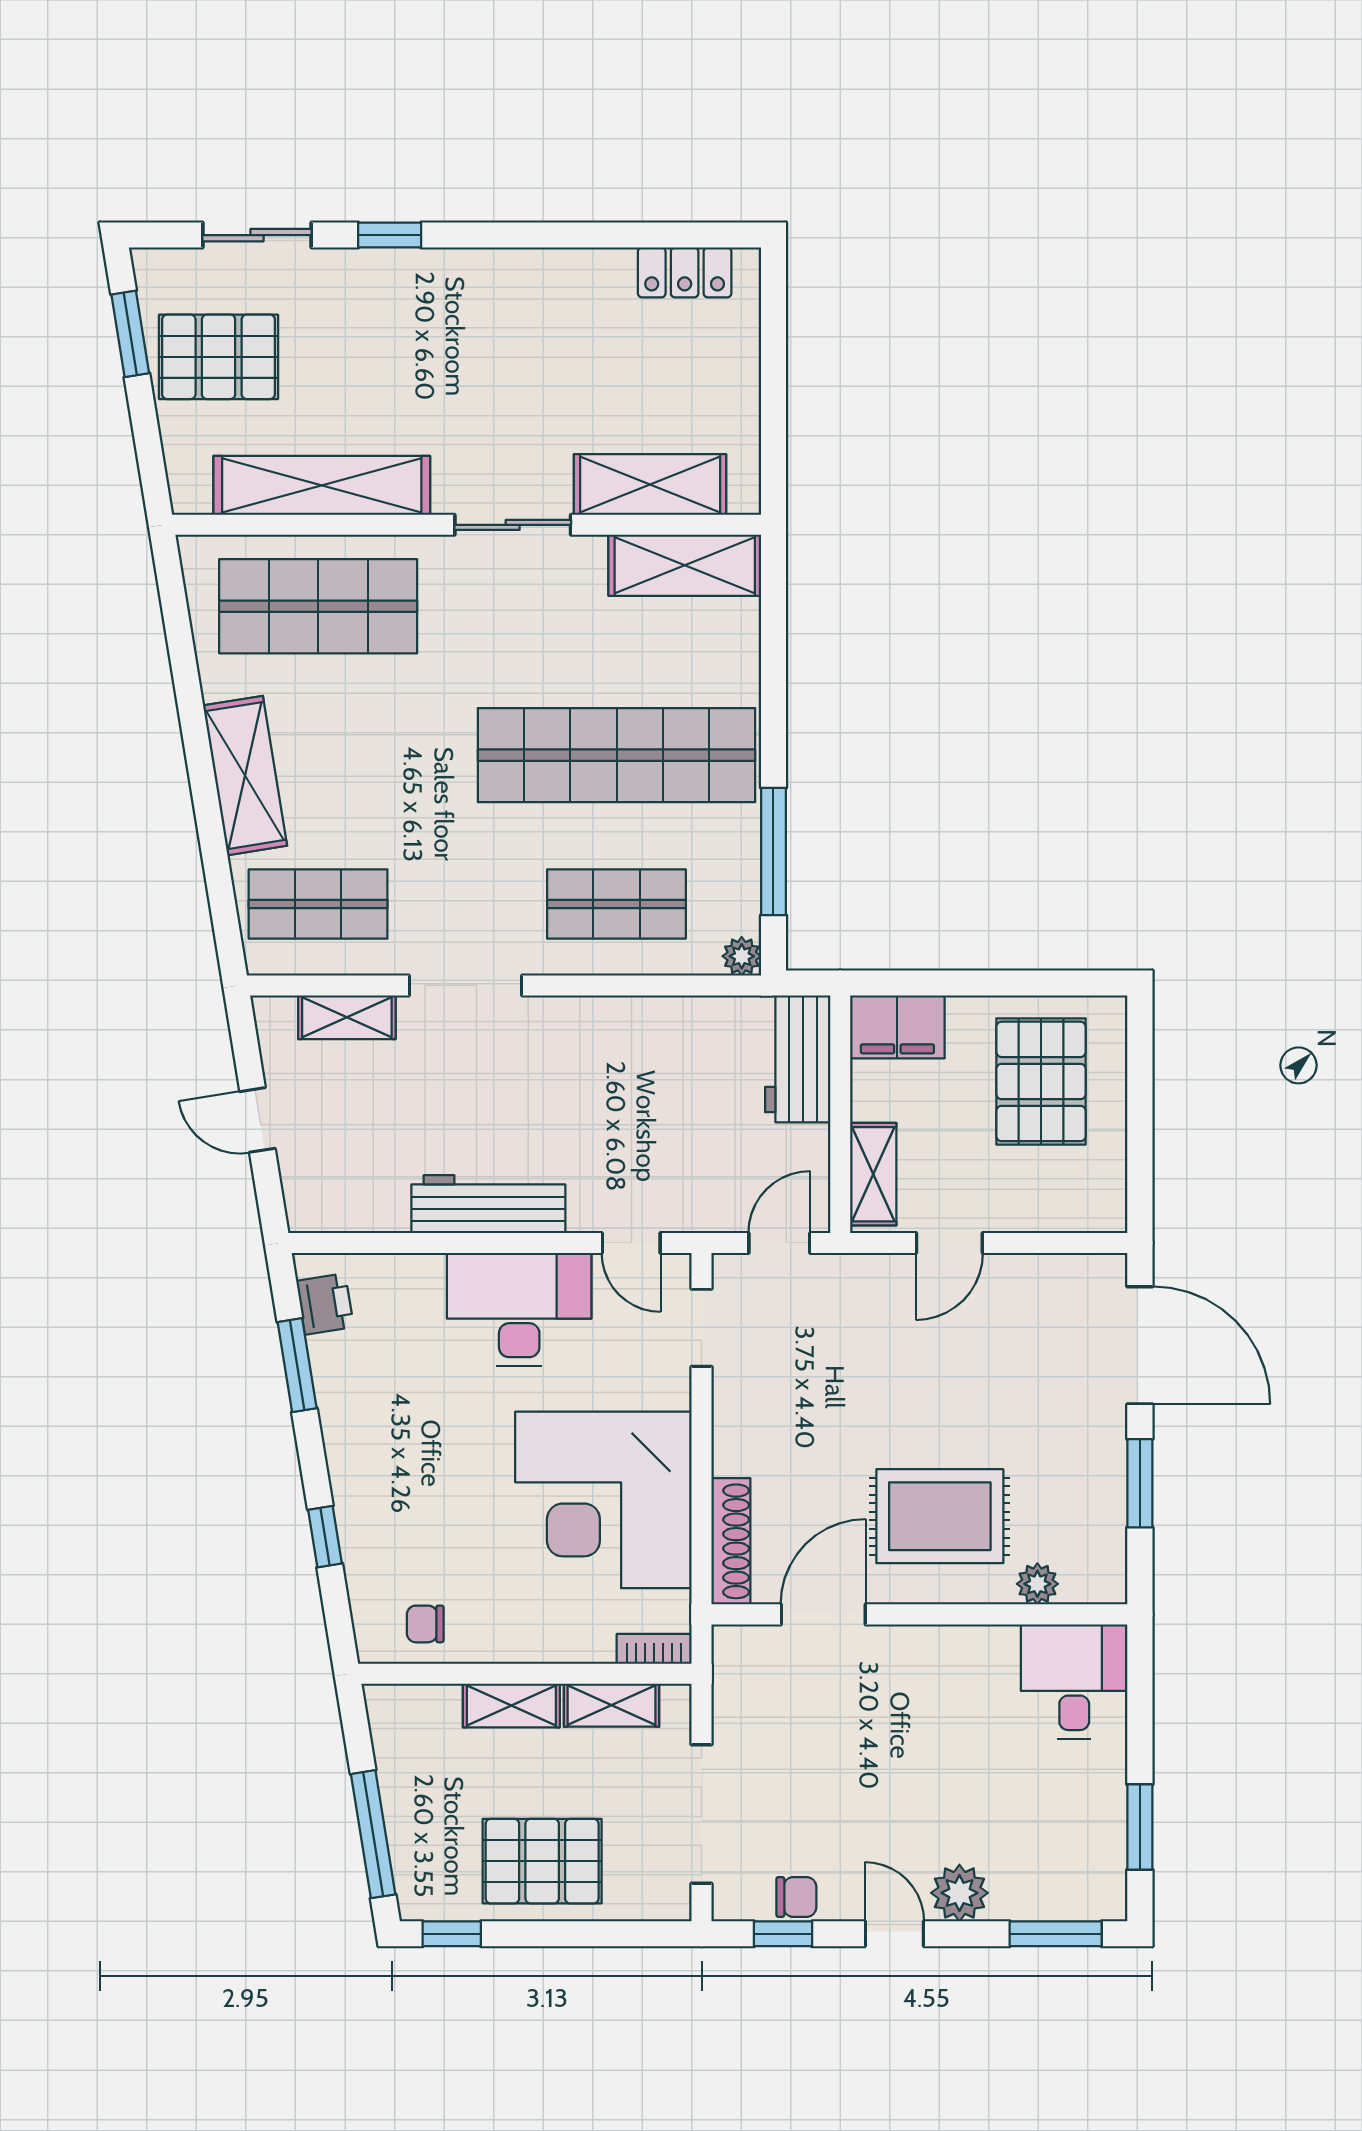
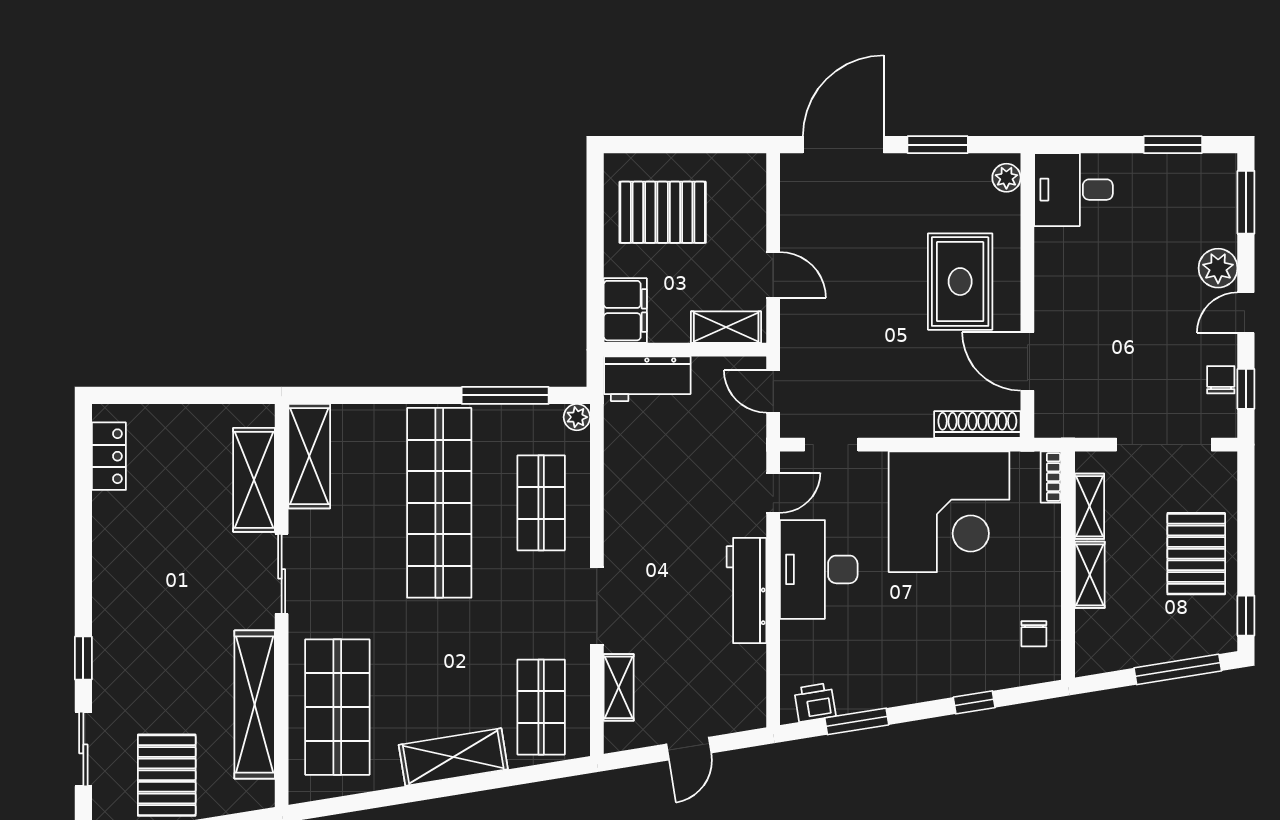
plant: (1037, 1584) -> (1006, 178), moved

